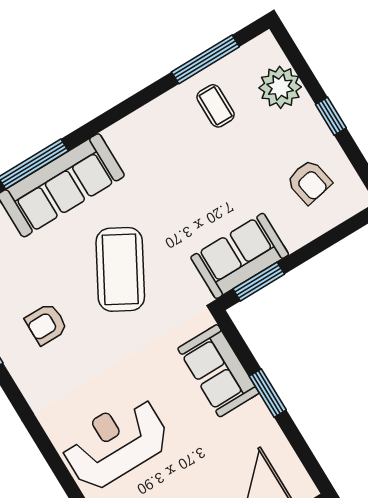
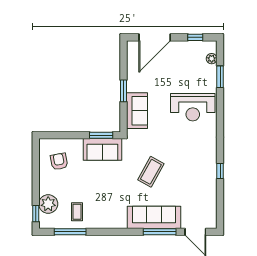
window: (331, 116) -> (36, 214), moved
coffee table: (120, 269) -> (151, 172), width x0.73, depth x0.76
armchair: (46, 324) -> (192, 168), removed

